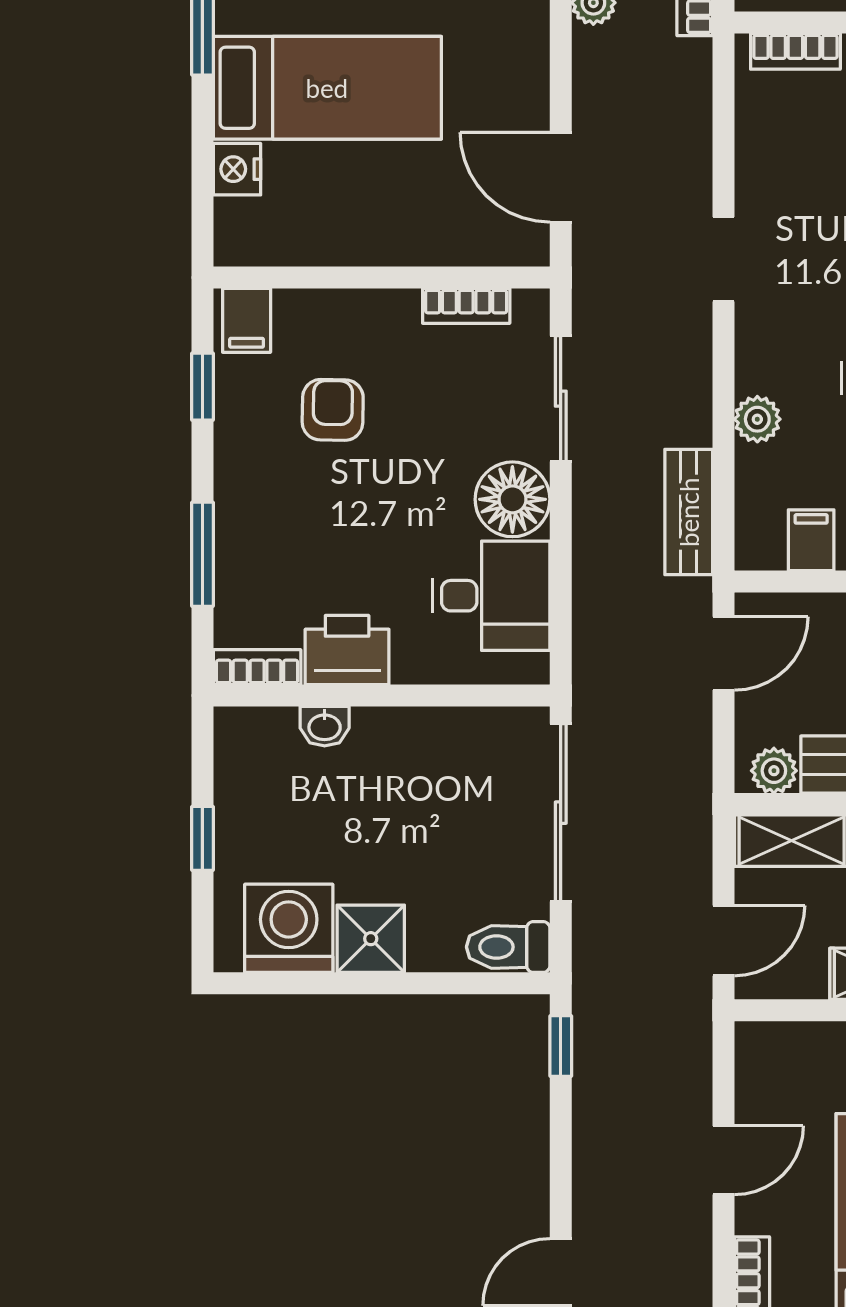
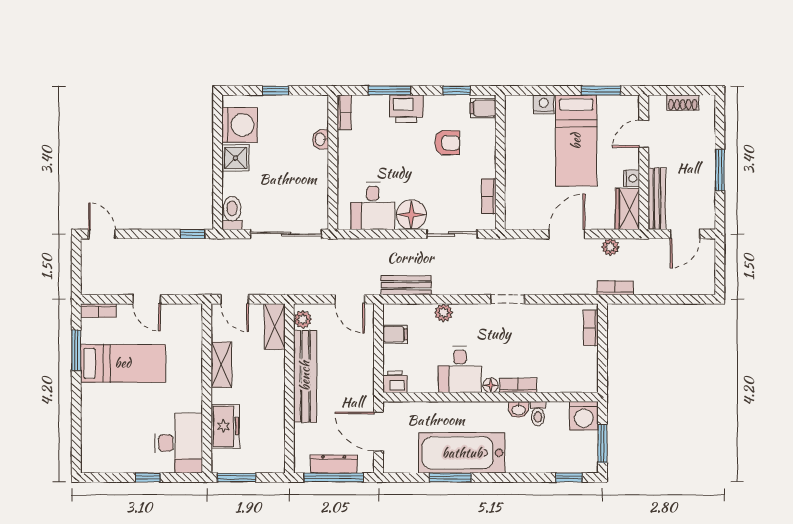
door: (561, 177) -> (567, 234), moved
printer: (347, 650) -> (406, 109), moved, turned 90

